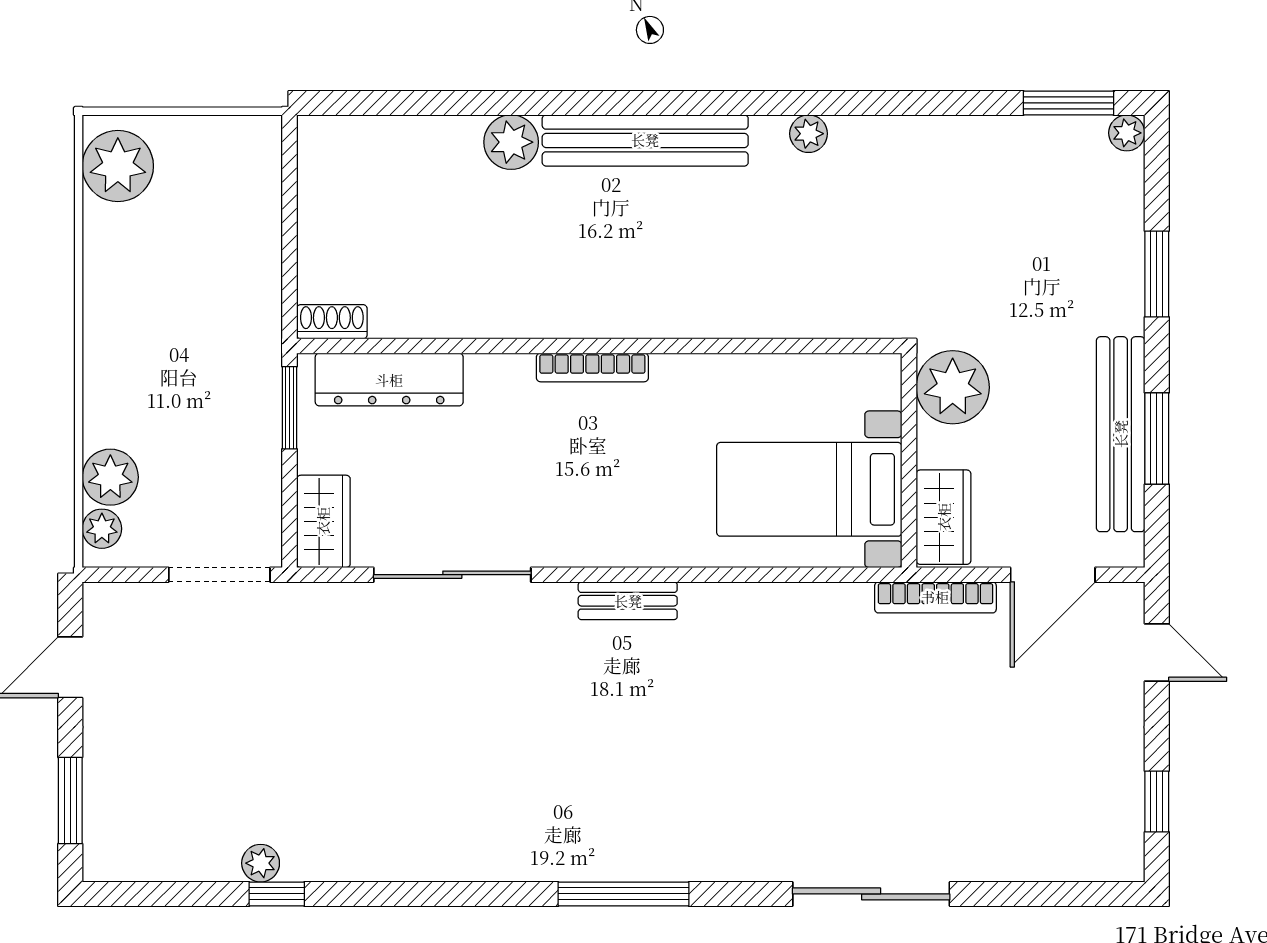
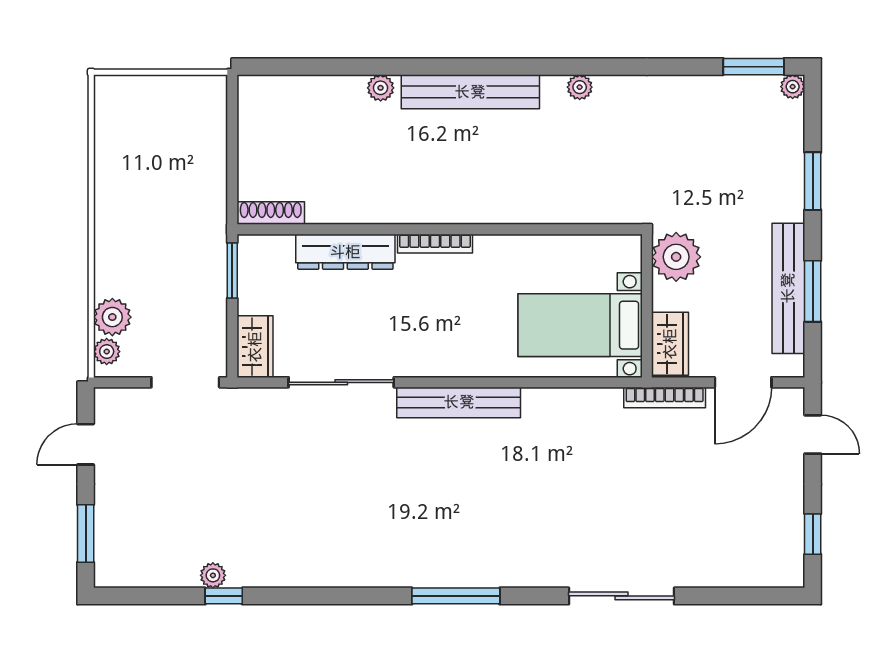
plant: (511, 142) -> (381, 88), width x0.73, depth x0.73
plant: (118, 166) -> (117, 109), removed
shoe rack: (332, 322) -> (271, 213), width x1.43
dresser: (389, 380) -> (345, 252), moved
bench: (628, 601) -> (459, 402), width x1.86, depth x1.21

